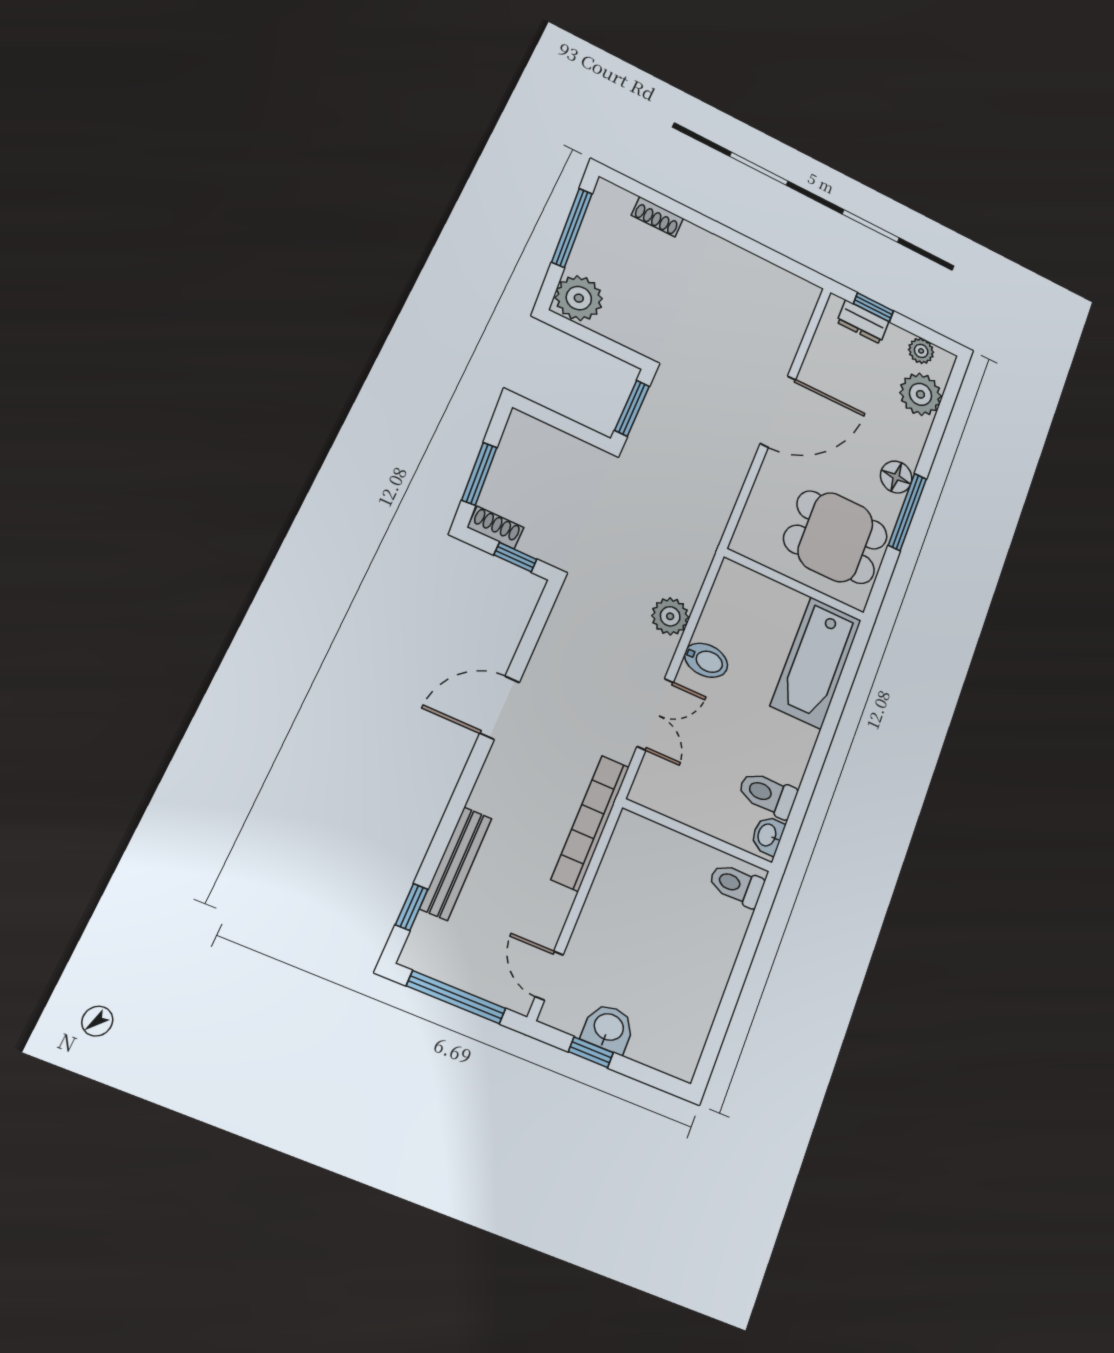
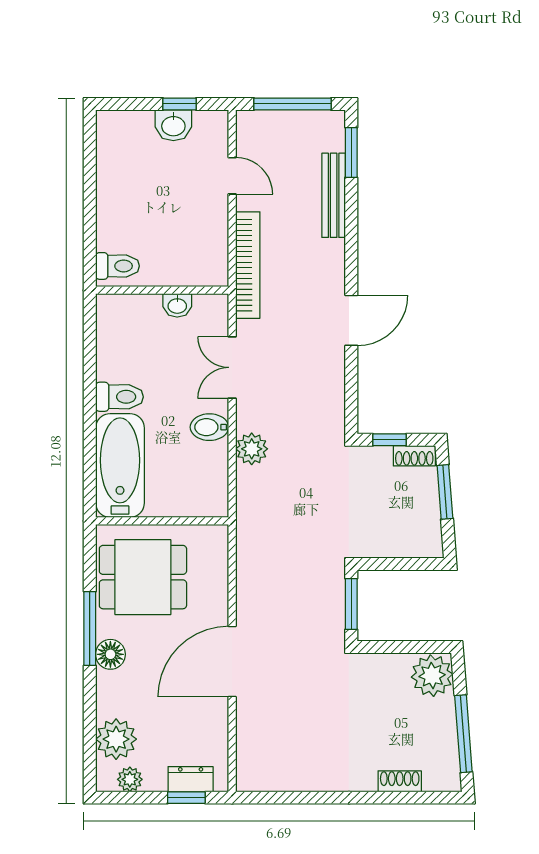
toilet: (768, 794) -> (119, 397), moved
washbasin: (768, 835) -> (177, 305), moved, turned 90
window: (412, 907) -> (351, 152), width x1.50
door: (549, 976) -> (232, 176), moved

